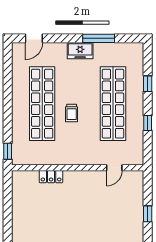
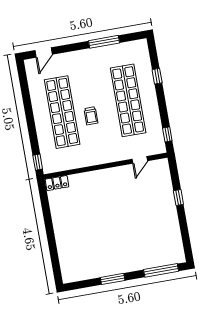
freezer: (80, 51) -> (89, 56), removed
window: (148, 123) -> (167, 134), moved
locker: (51, 177) -> (57, 183), moved

